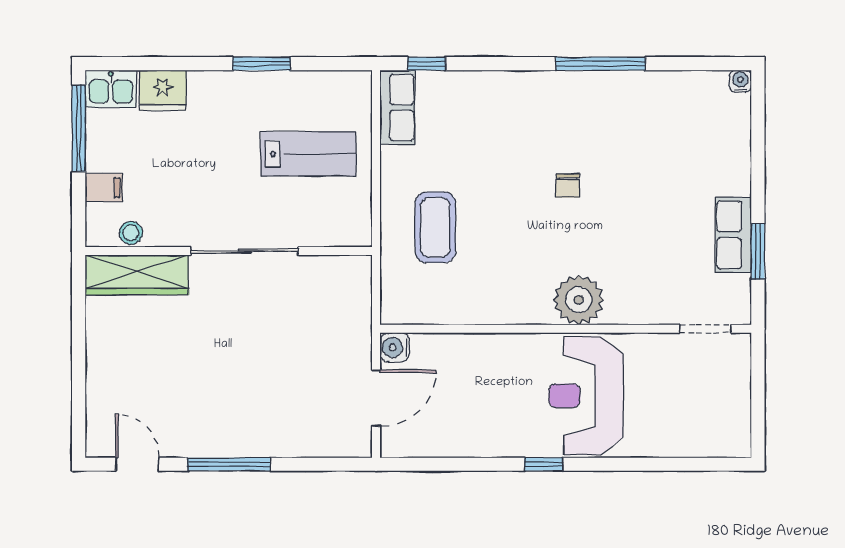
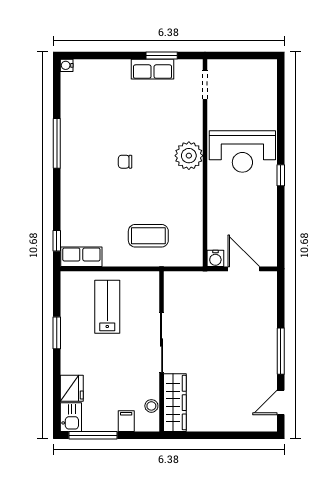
chair: (568, 186) -> (125, 162), turned 180

